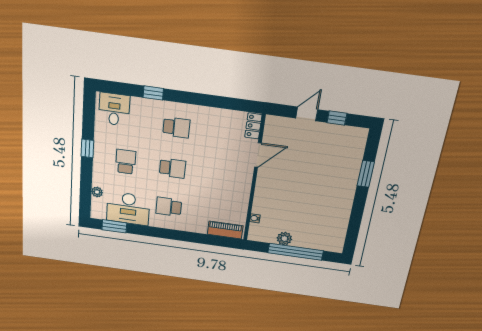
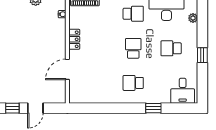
locker: (253, 126) -> (74, 39), moved
school desk: (126, 162) -> (171, 48), turned 90
school desk: (172, 168) -> (133, 48), turned 90

